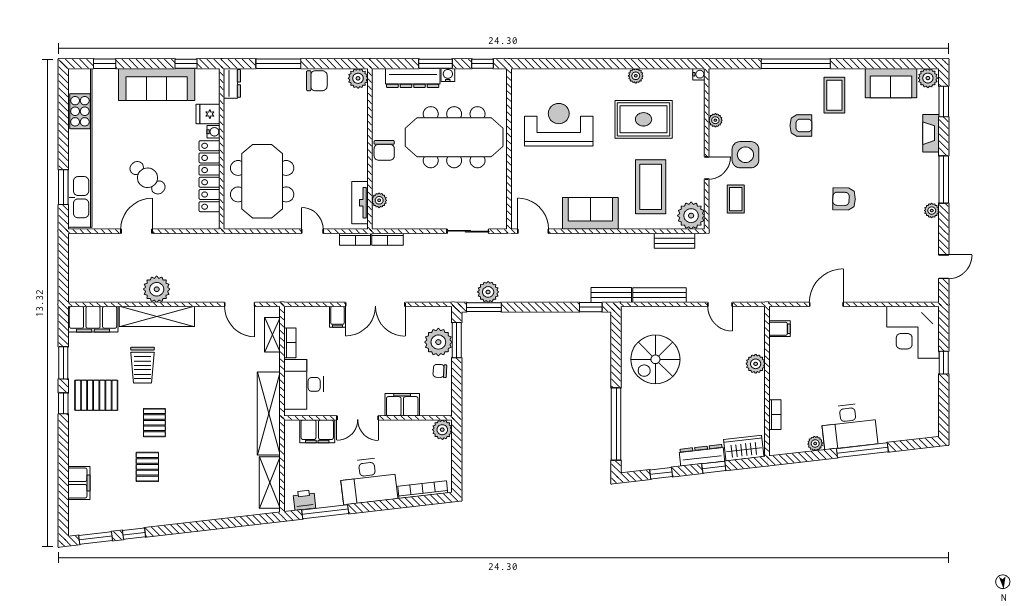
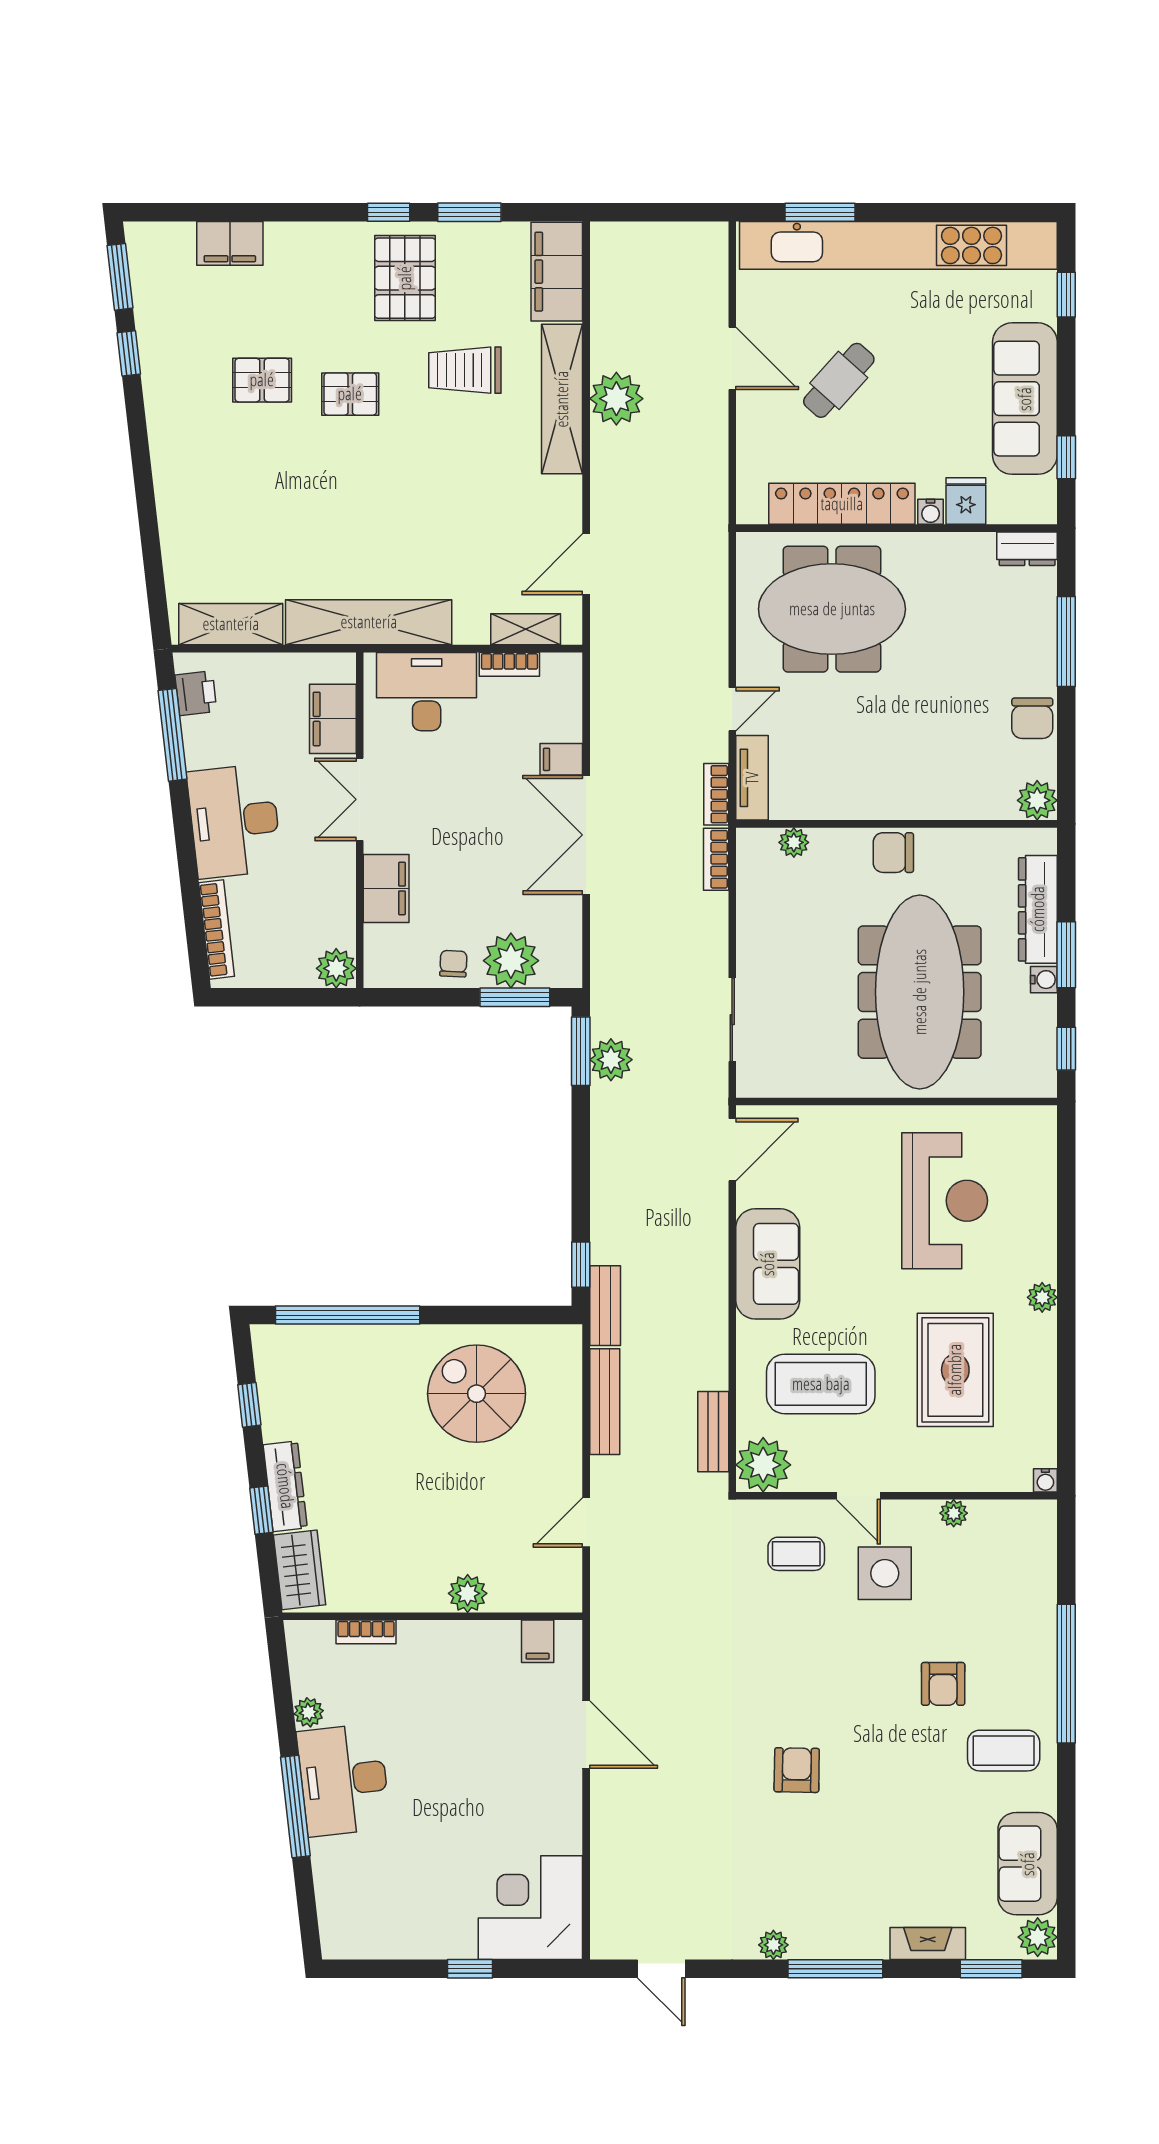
plant: (636, 76) -> (1042, 1297), moved
tv unit: (360, 203) -> (752, 778), moved, turned 90

